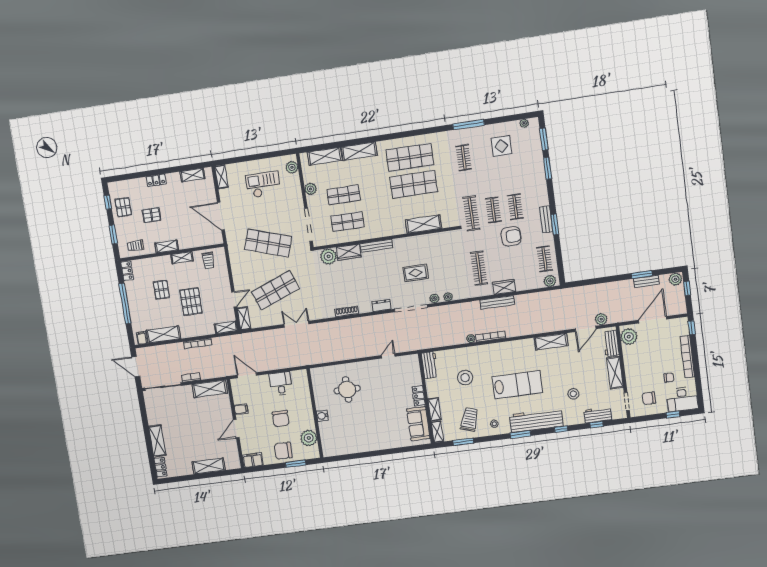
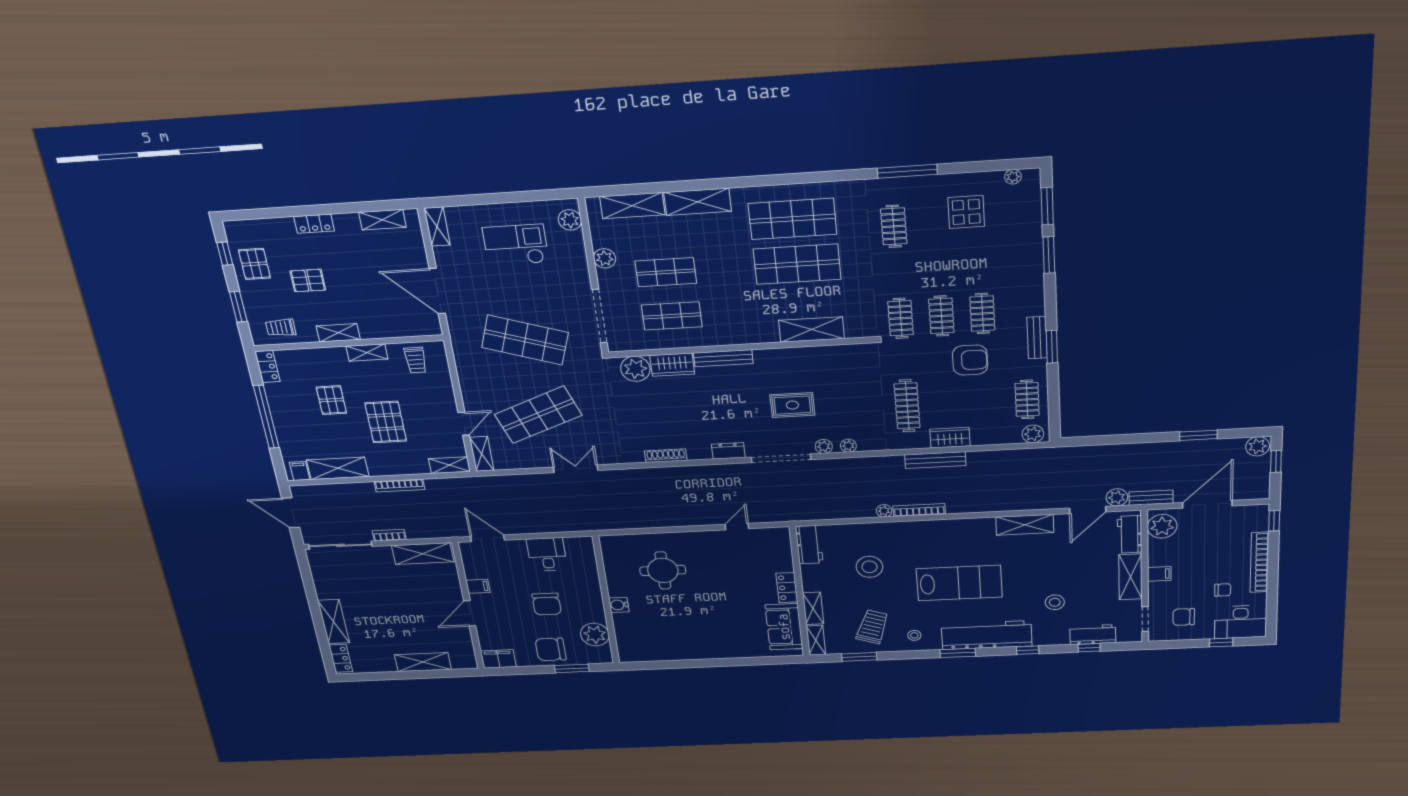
clothes rail: (471, 213) -> (901, 318), width x0.73
bench: (646, 281) -> (1151, 498), moved
filing cabinet: (631, 369) -> (1159, 574), added

